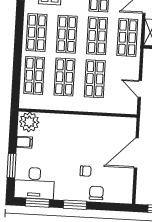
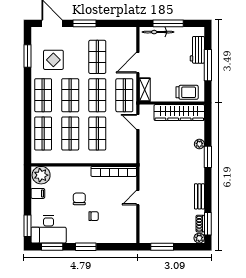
door: (140, 89) -> (138, 122), moved
bookcase: (111, 122) -> (114, 171), added
door: (136, 153) -> (138, 198), width x0.53
window: (12, 166) -> (27, 226), moved
chair: (96, 193) -> (79, 199), moved

